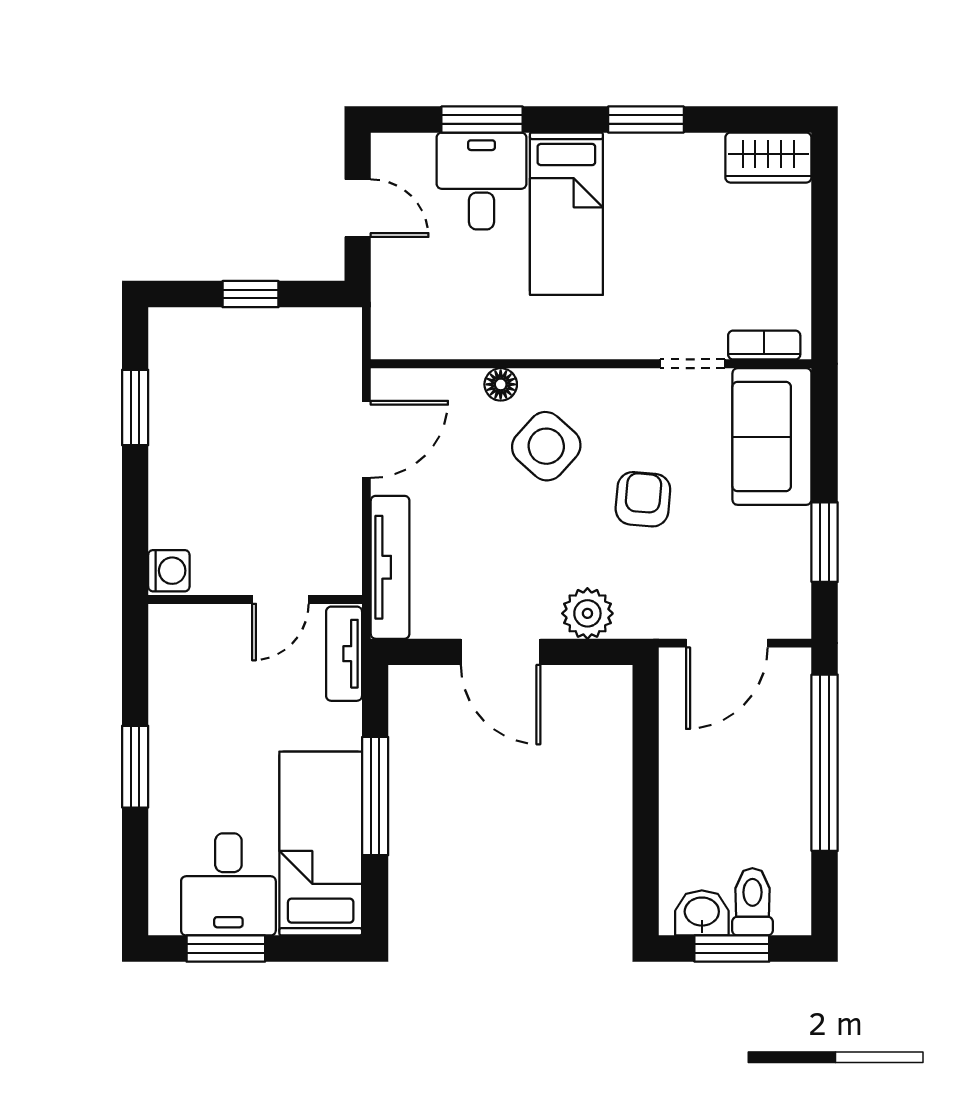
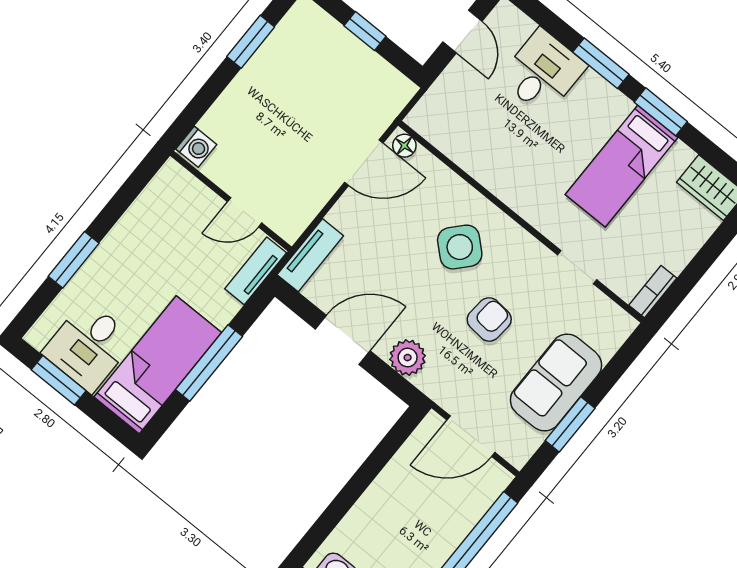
window: (482, 119) -> (601, 63), moved
bed: (566, 214) -> (621, 166), moved
bookcase: (764, 345) -> (653, 292), moved, turned -90
floor lamp: (501, 384) -> (404, 146), moved
sofa: (772, 437) -> (556, 382), moved
tv unit: (390, 567) -> (310, 255), width x0.71
door: (501, 652) -> (343, 340), swing flipped
window: (135, 767) -> (74, 260), moved

